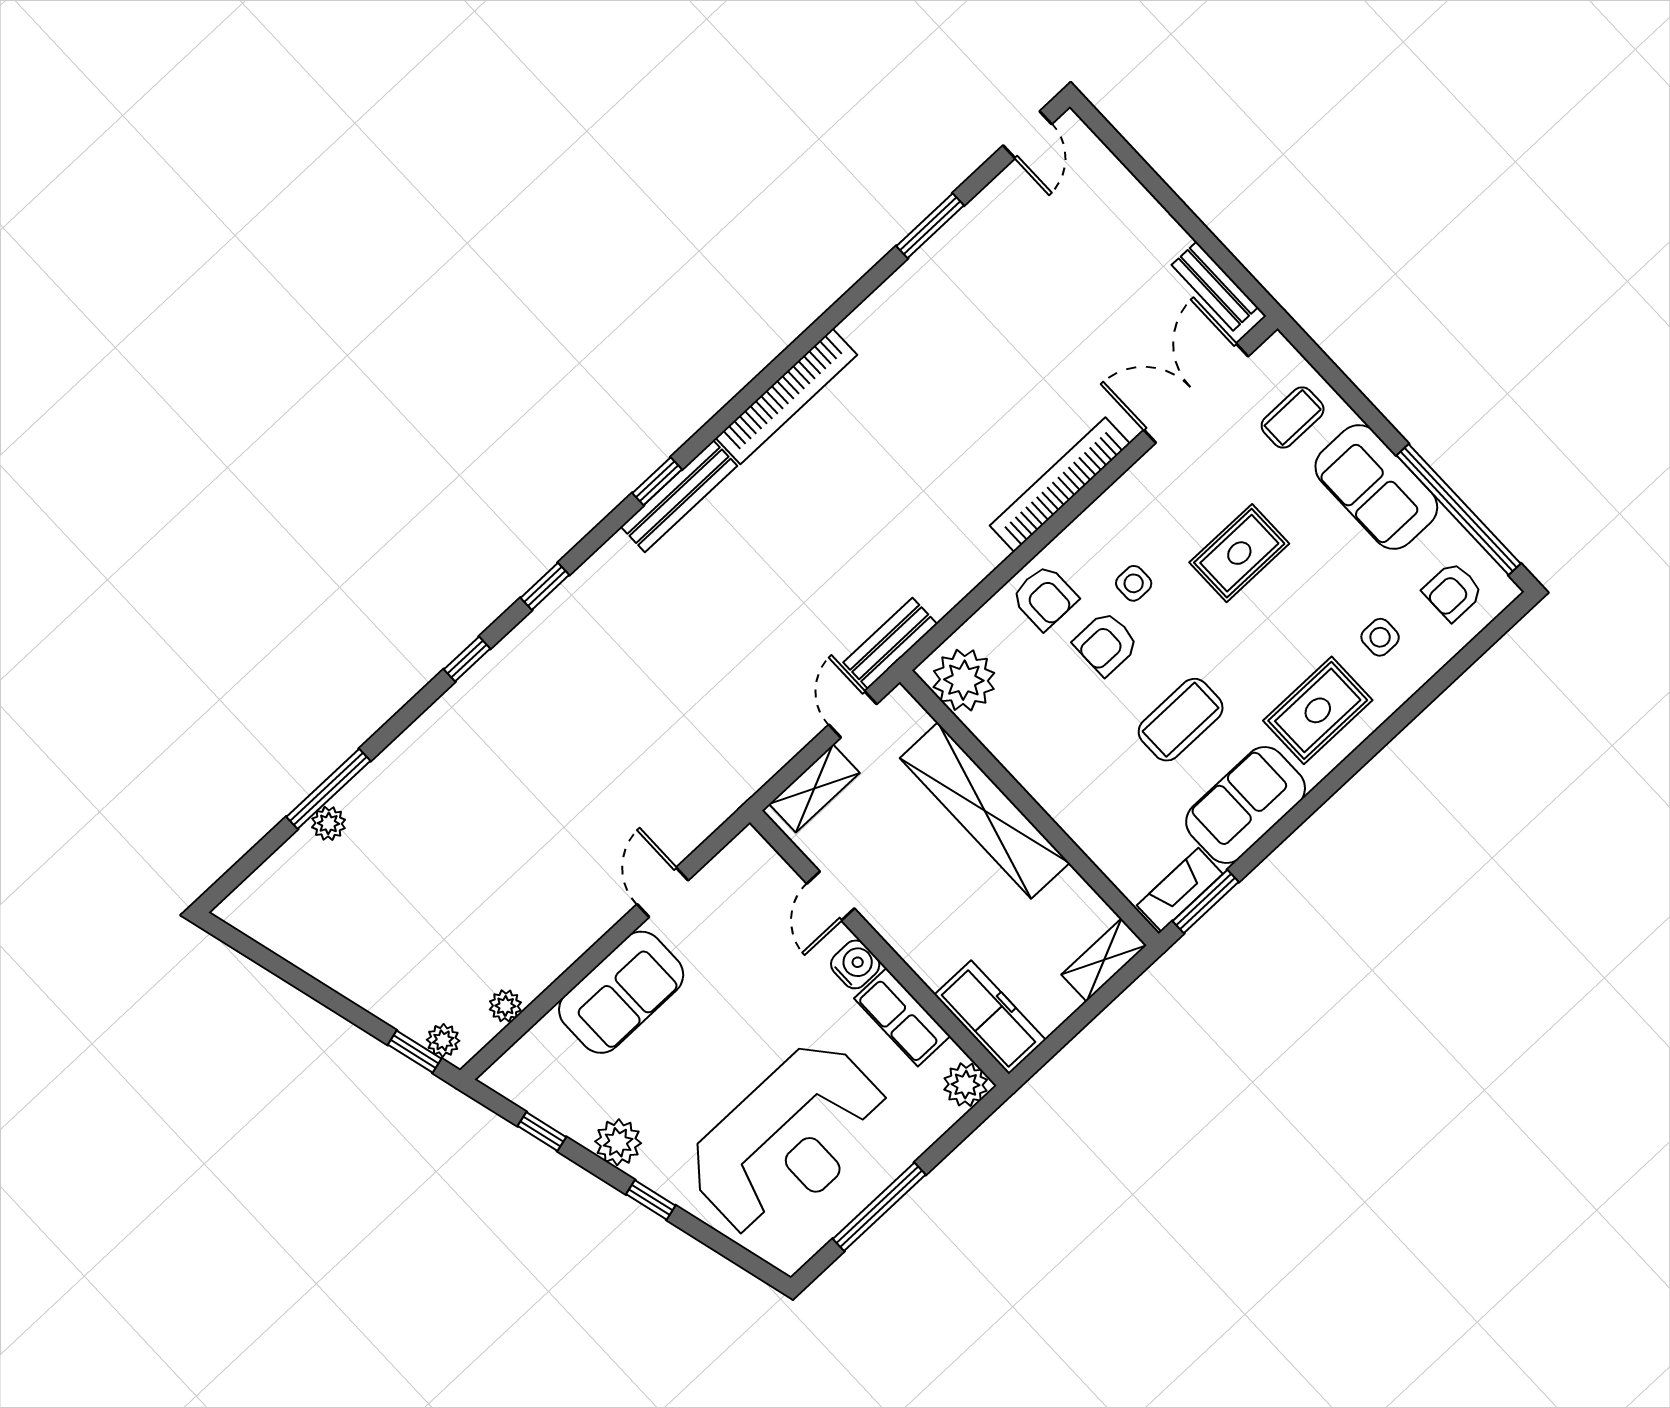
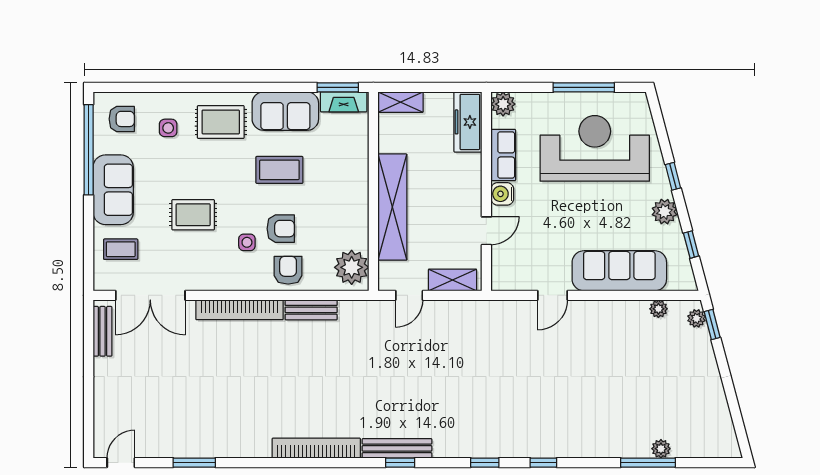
bench: (890, 643) -> (311, 310), moved
sofa: (621, 992) -> (619, 271), width x1.36

